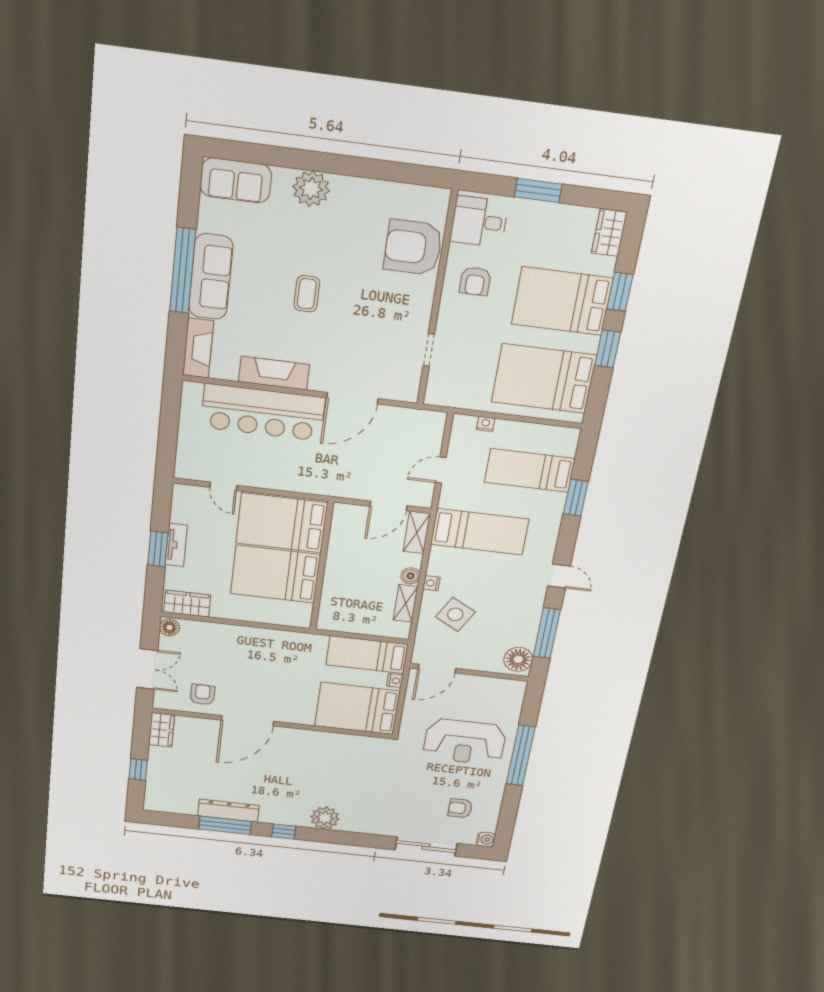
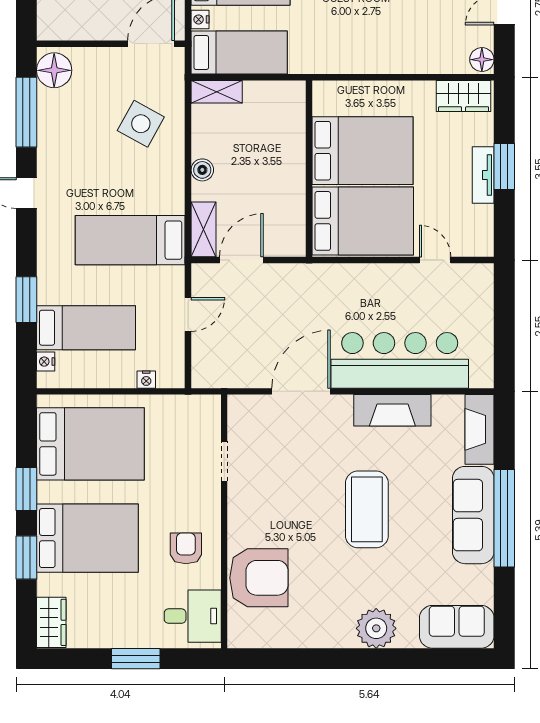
coffee table: (307, 294) -> (367, 509), width x1.86, depth x1.72
nightstand: (431, 583) -> (46, 362), moved, turned 180
shelving: (406, 603) -> (217, 92), moved, turned 90

